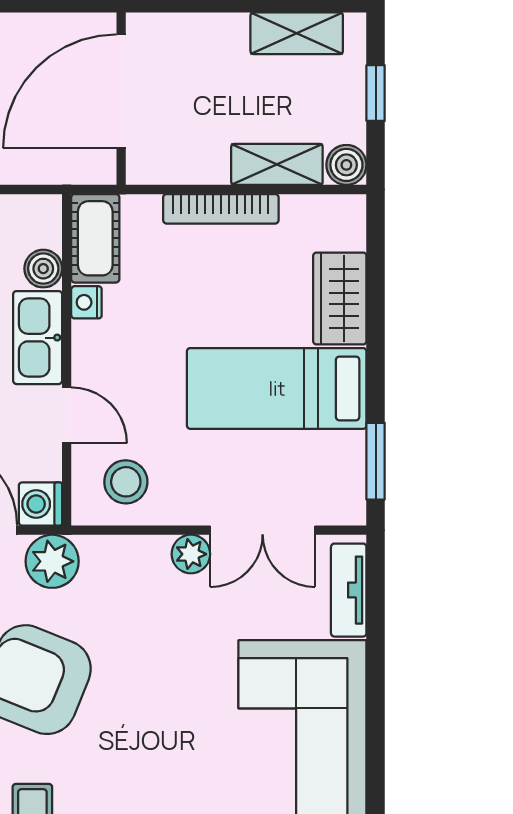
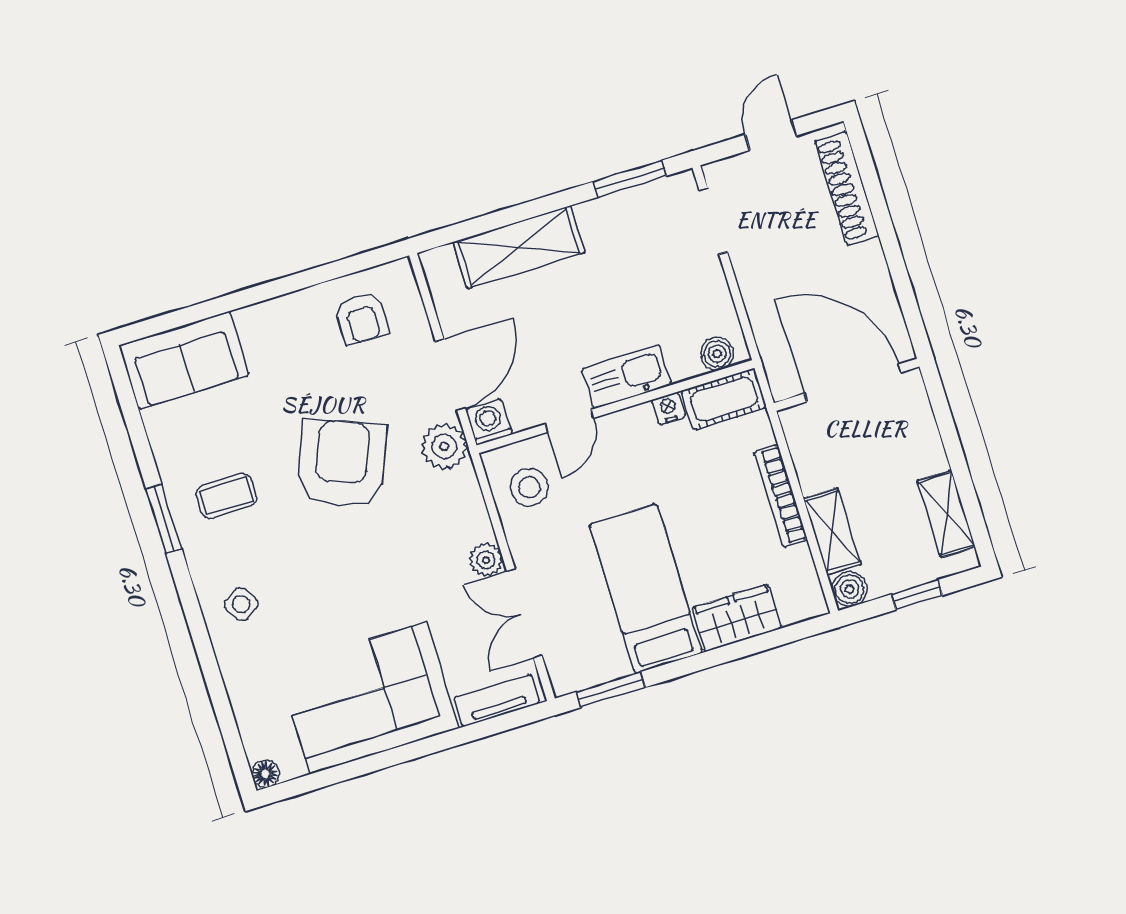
boiler: (43, 269) -> (717, 354), moved

